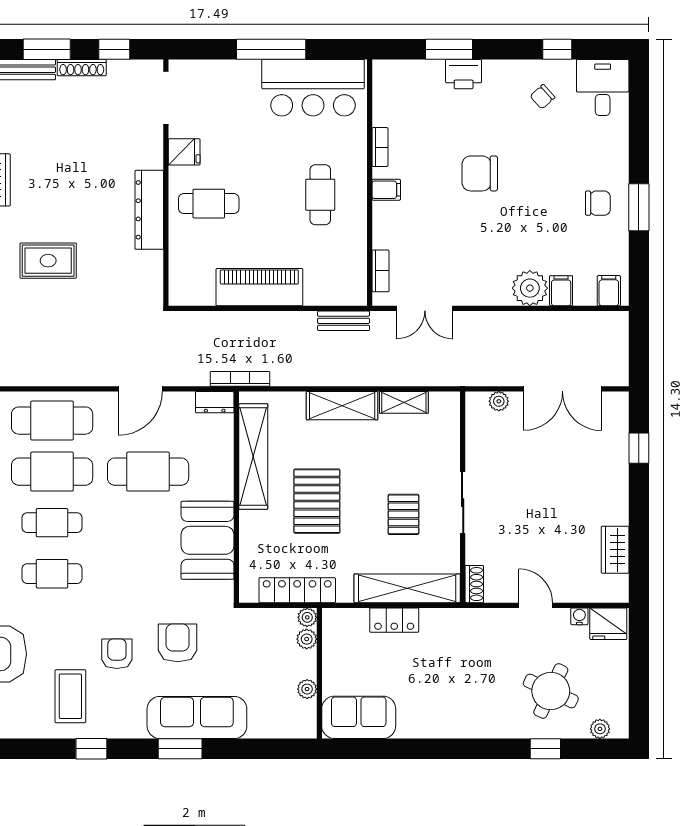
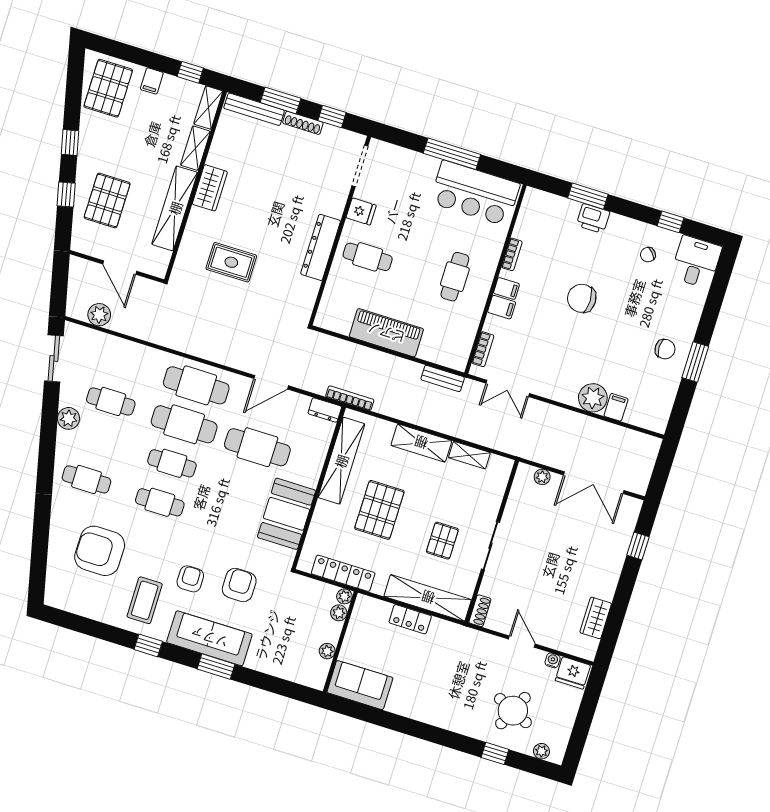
filing cabinet: (609, 291) -> (502, 307), moved, turned 90
sofa: (197, 717) -> (209, 638), moved

